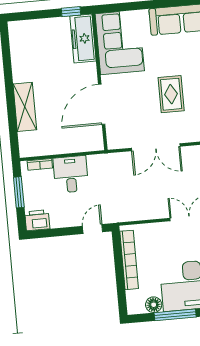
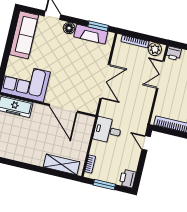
rug: (171, 94) -> (72, 59), removed
shelving: (25, 107) -> (62, 164), moved
desk: (71, 174) -> (108, 130), moved

